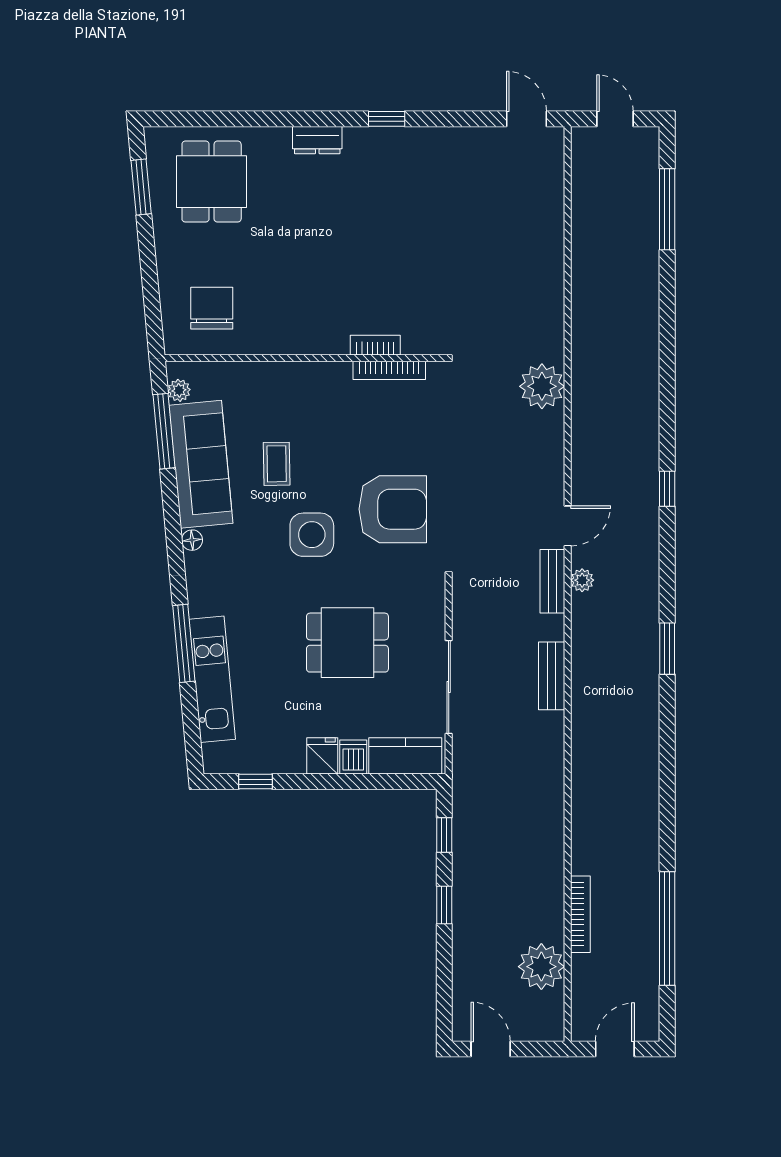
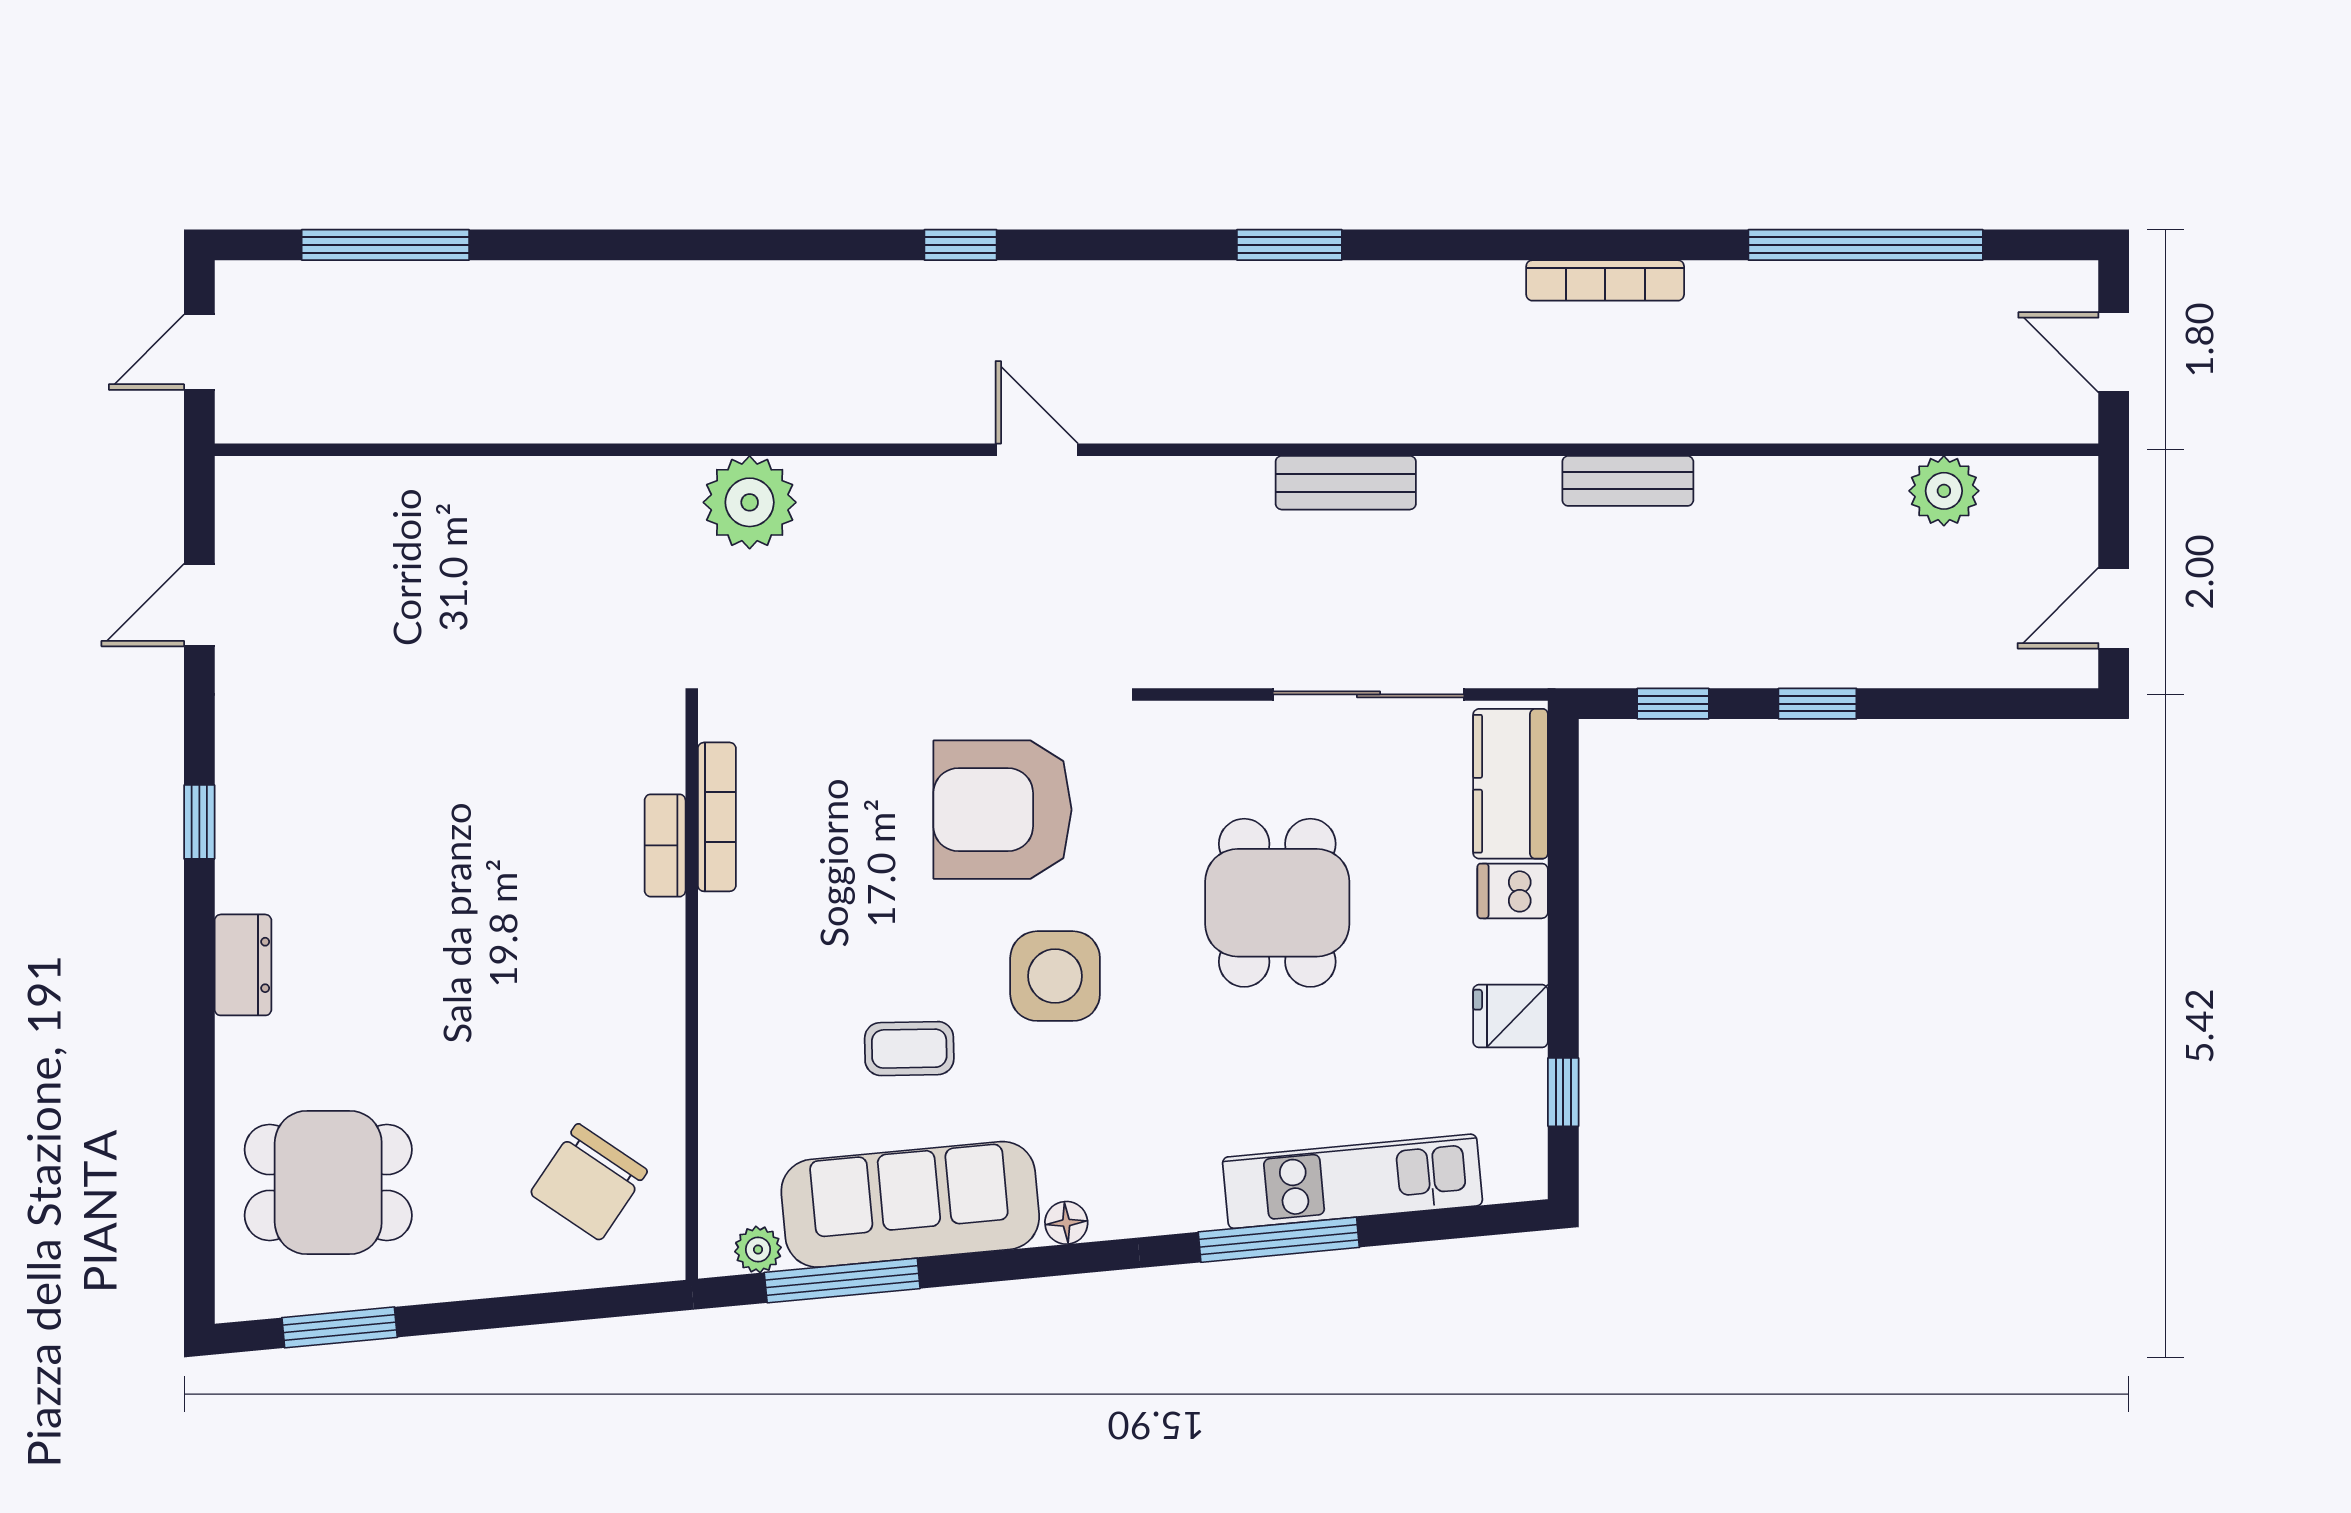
door: (526, 119) -> (199, 605), moved
chair: (212, 308) -> (589, 1182), turned -56
armchair: (393, 509) -> (1003, 810), turned -90
plant: (582, 580) -> (1149, 420), removed
bench: (552, 581) -> (1628, 481), moved
fridge: (322, 756) -> (1510, 1016), moved
bookcase: (580, 914) -> (1605, 280), moved, turned 180
plant: (541, 967) -> (1944, 491), width x0.73, depth x0.73

